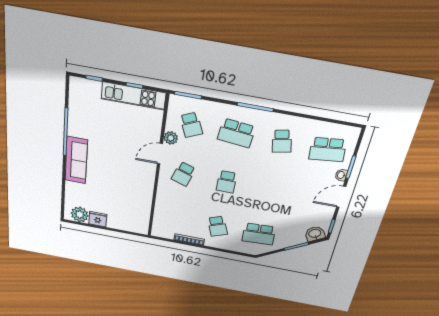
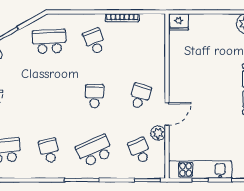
school desk: (236, 133) -> (95, 151), turned -30
fridge: (98, 219) -> (179, 22), moved

